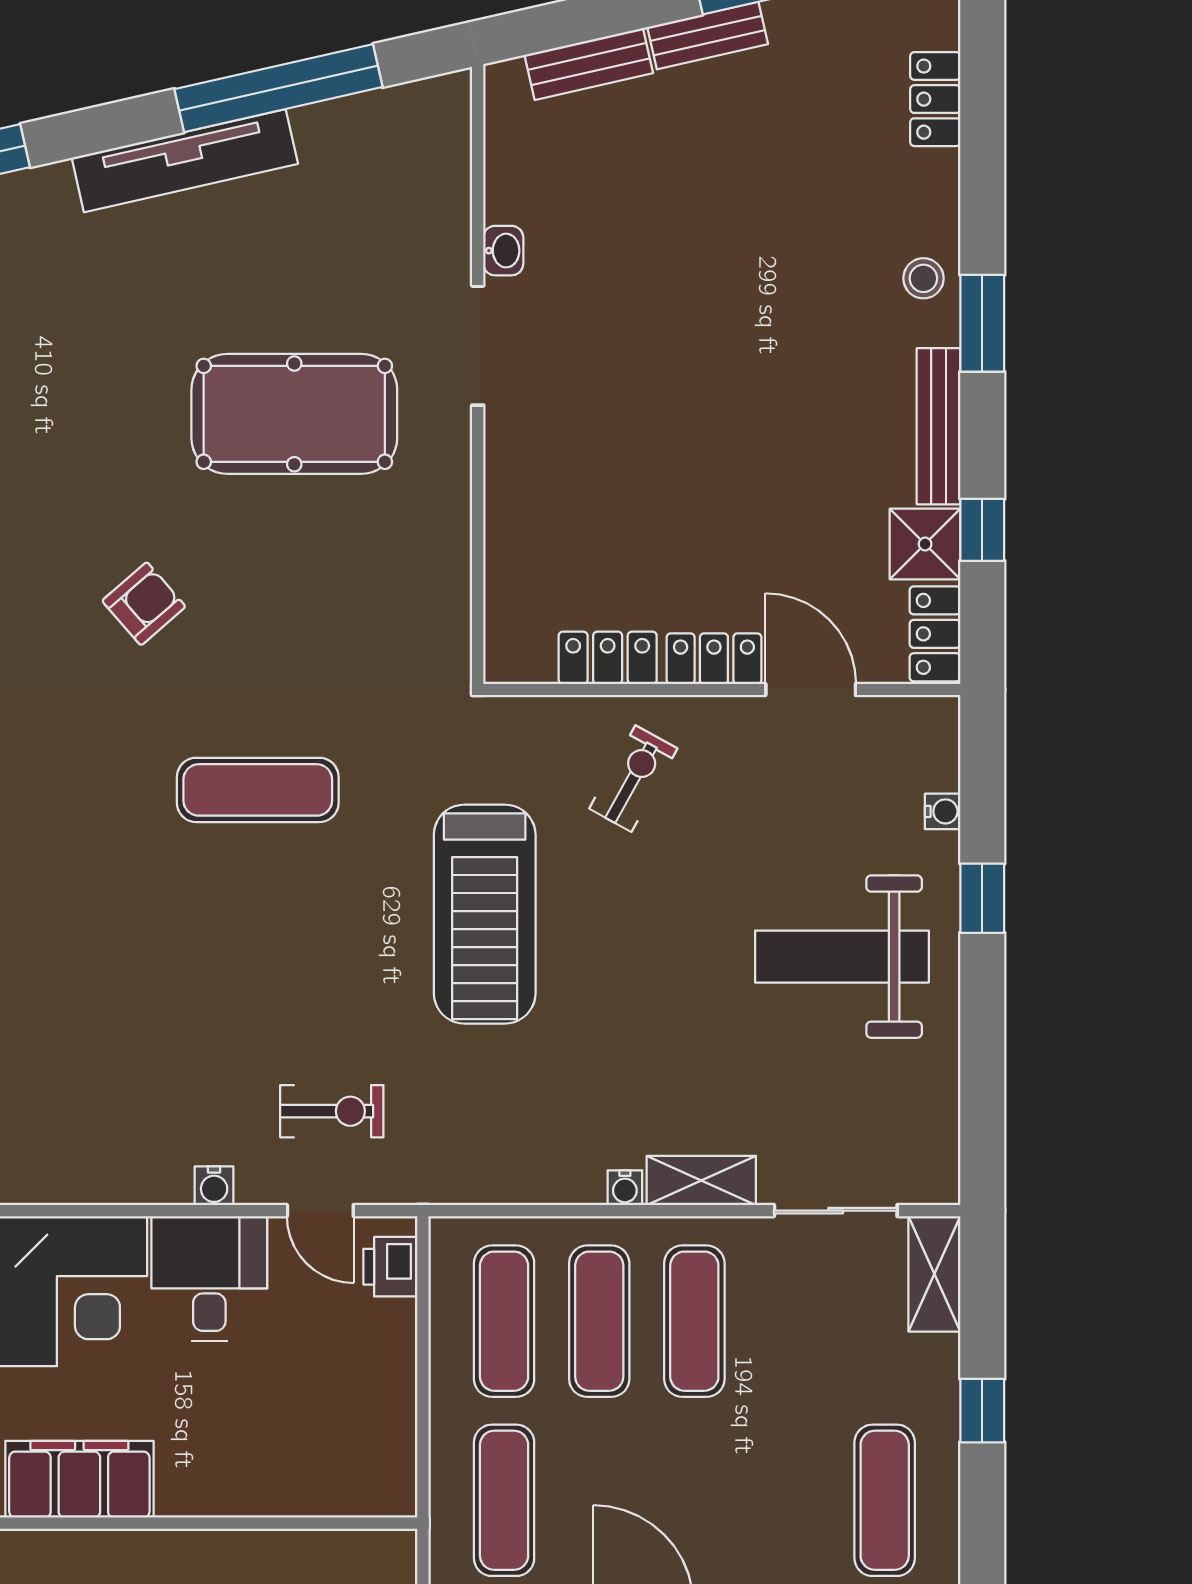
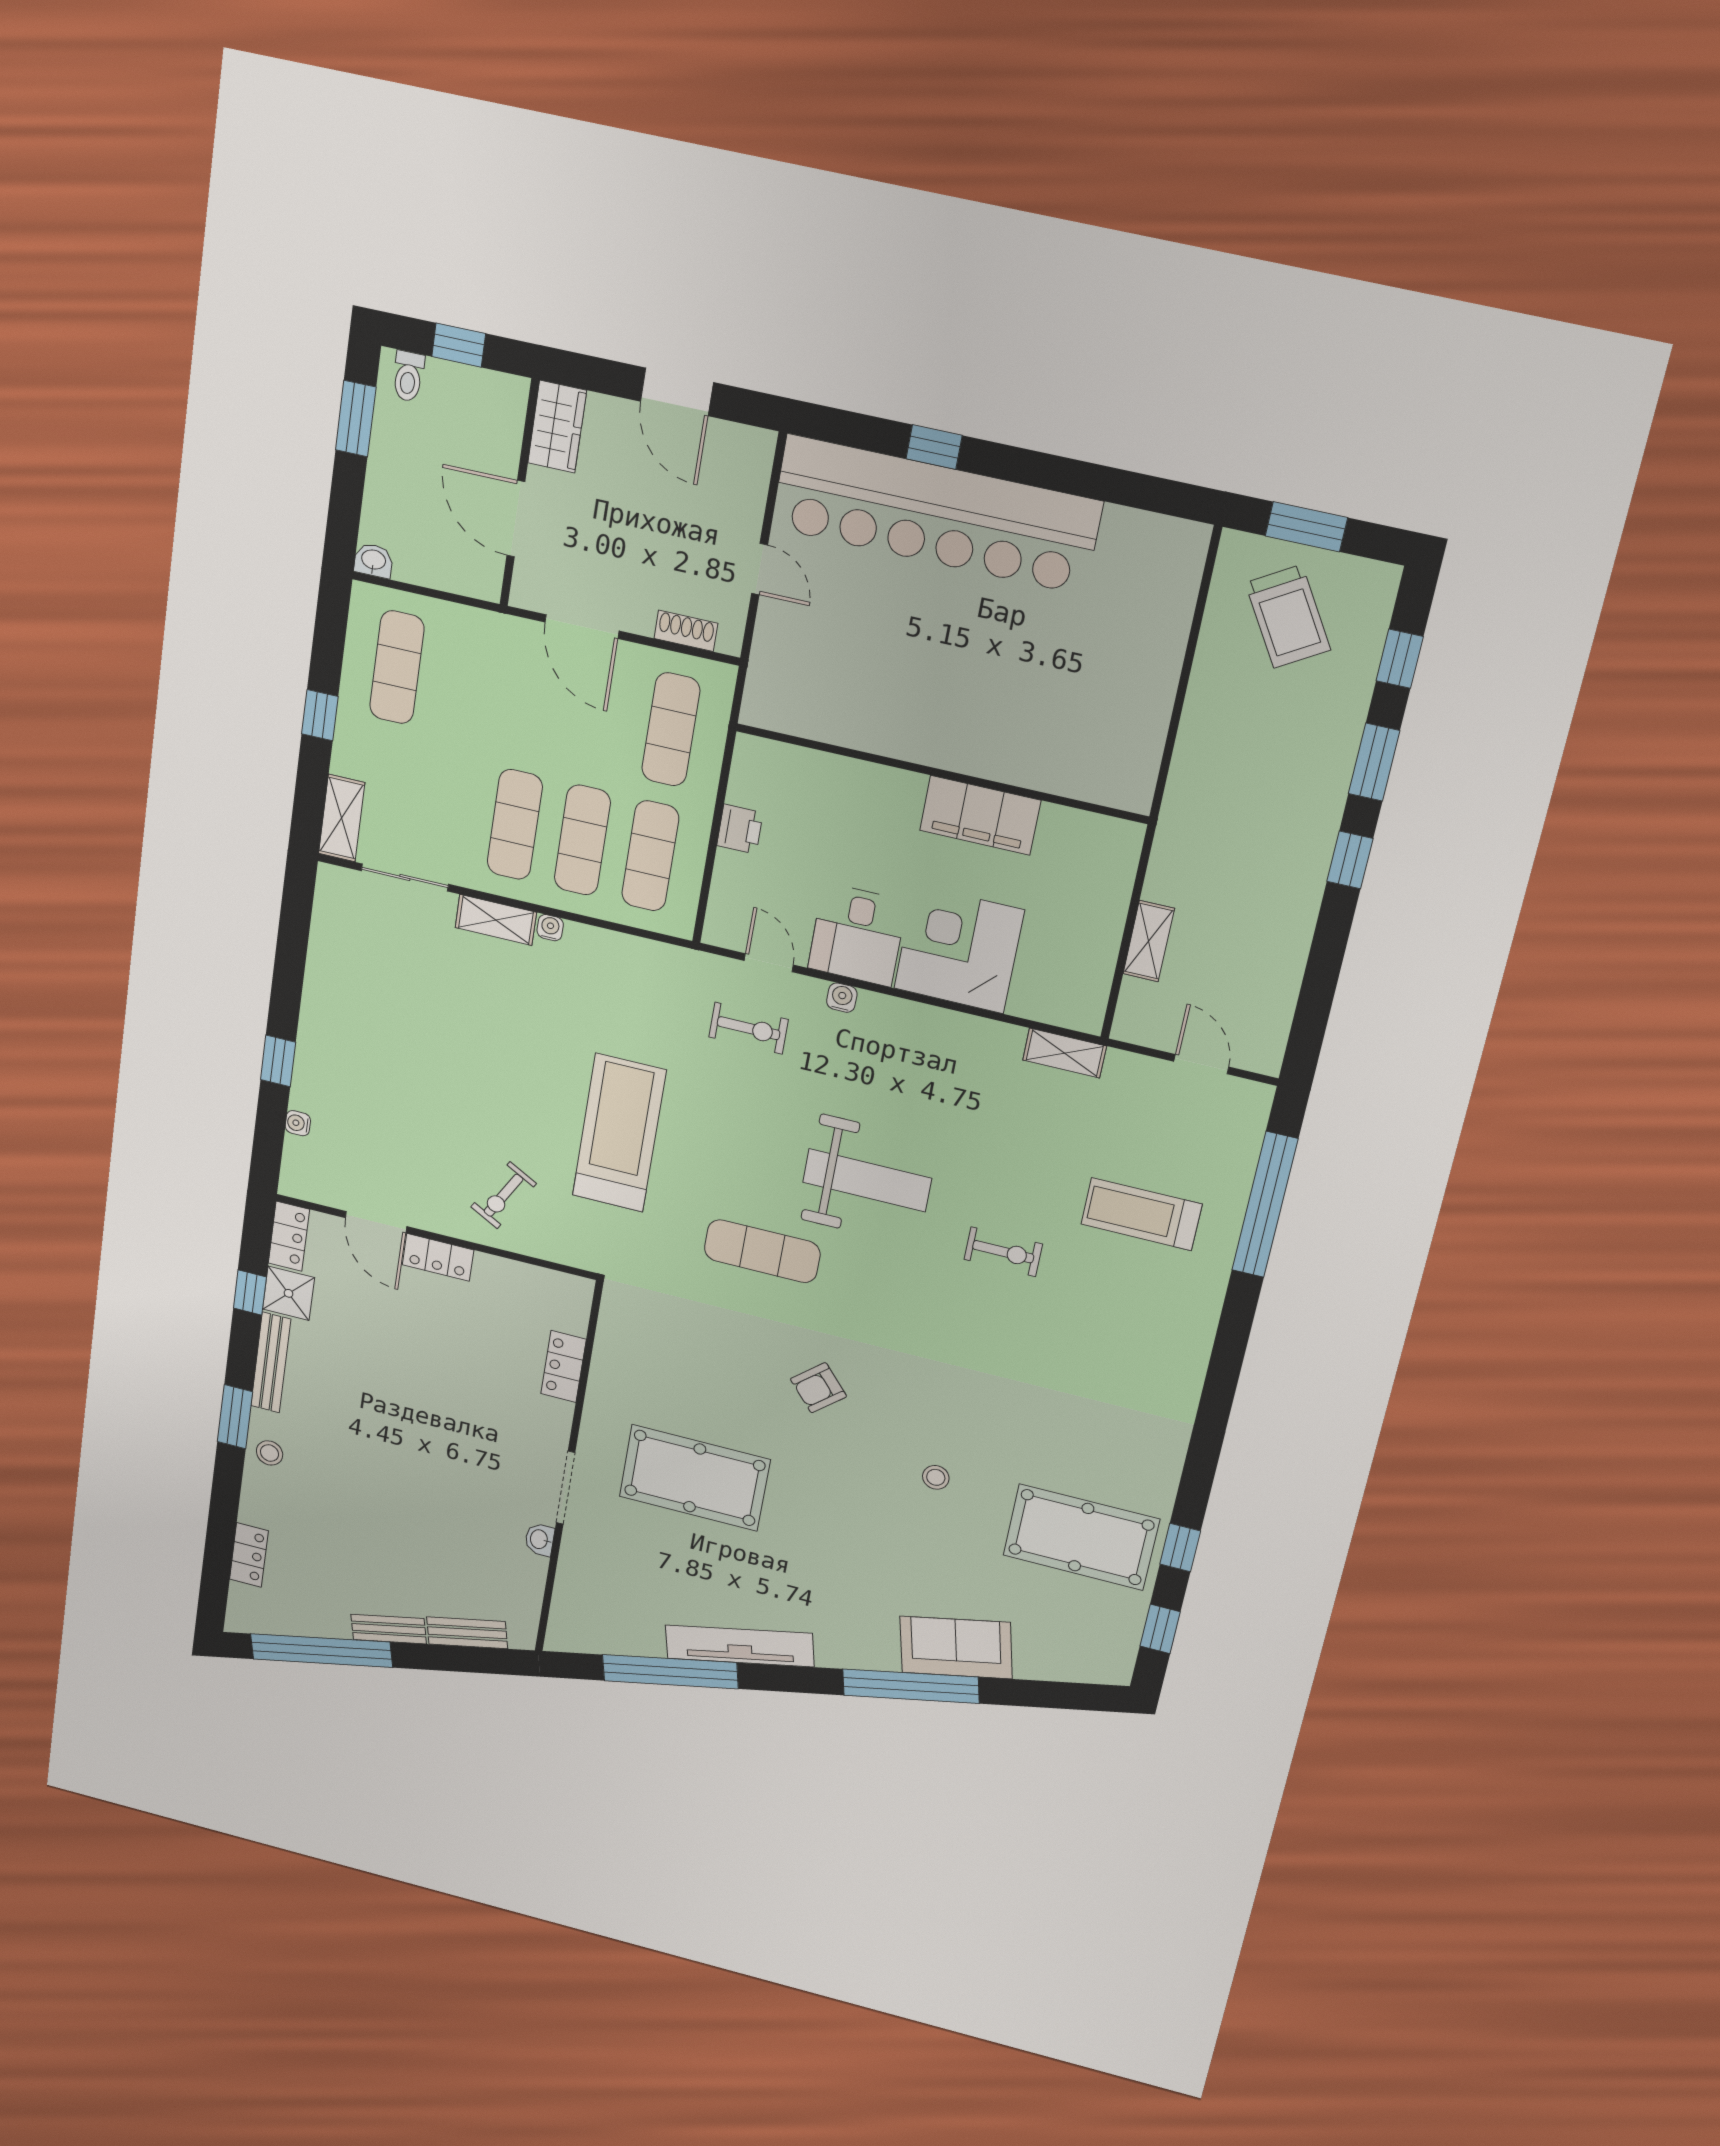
locker: (608, 658) -> (563, 1367), moved, turned 90
weight bench: (842, 957) -> (867, 1180), moved
exercise bike: (332, 1111) -> (749, 1028), turned 180
printer: (390, 1267) -> (740, 829), moved

